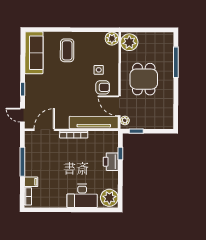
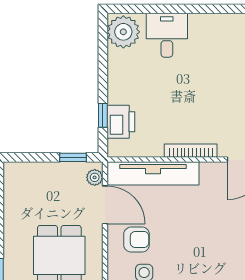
armchair: (103, 87) -> (137, 240), turned 180
printer: (111, 162) -> (121, 122), moved
desk: (82, 196) -> (167, 35), width x0.73

